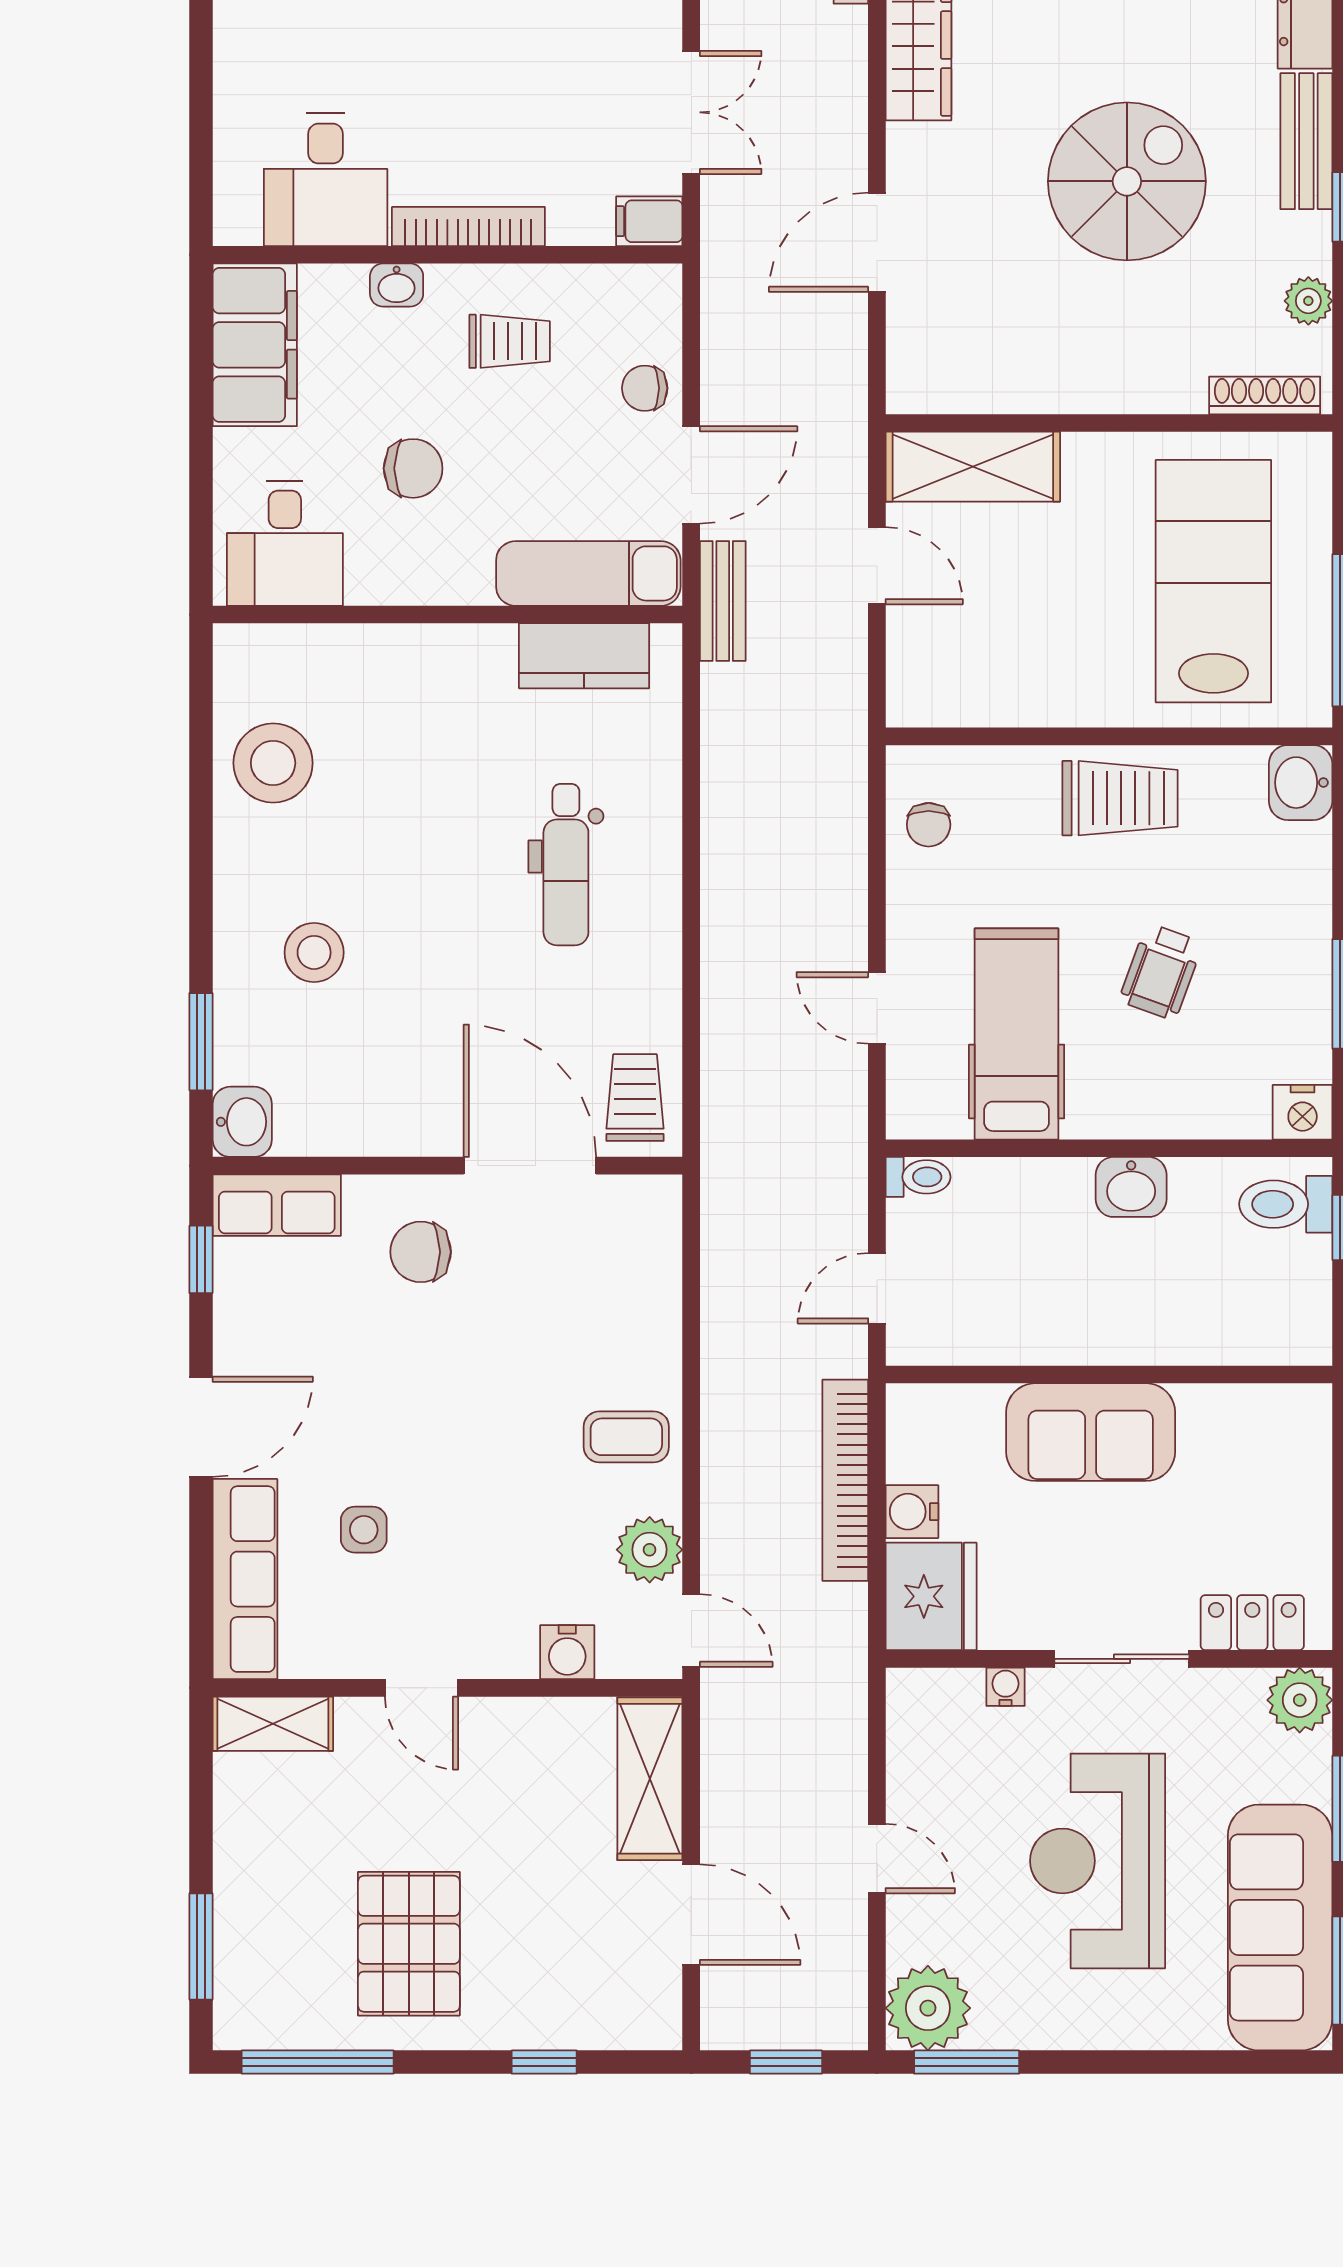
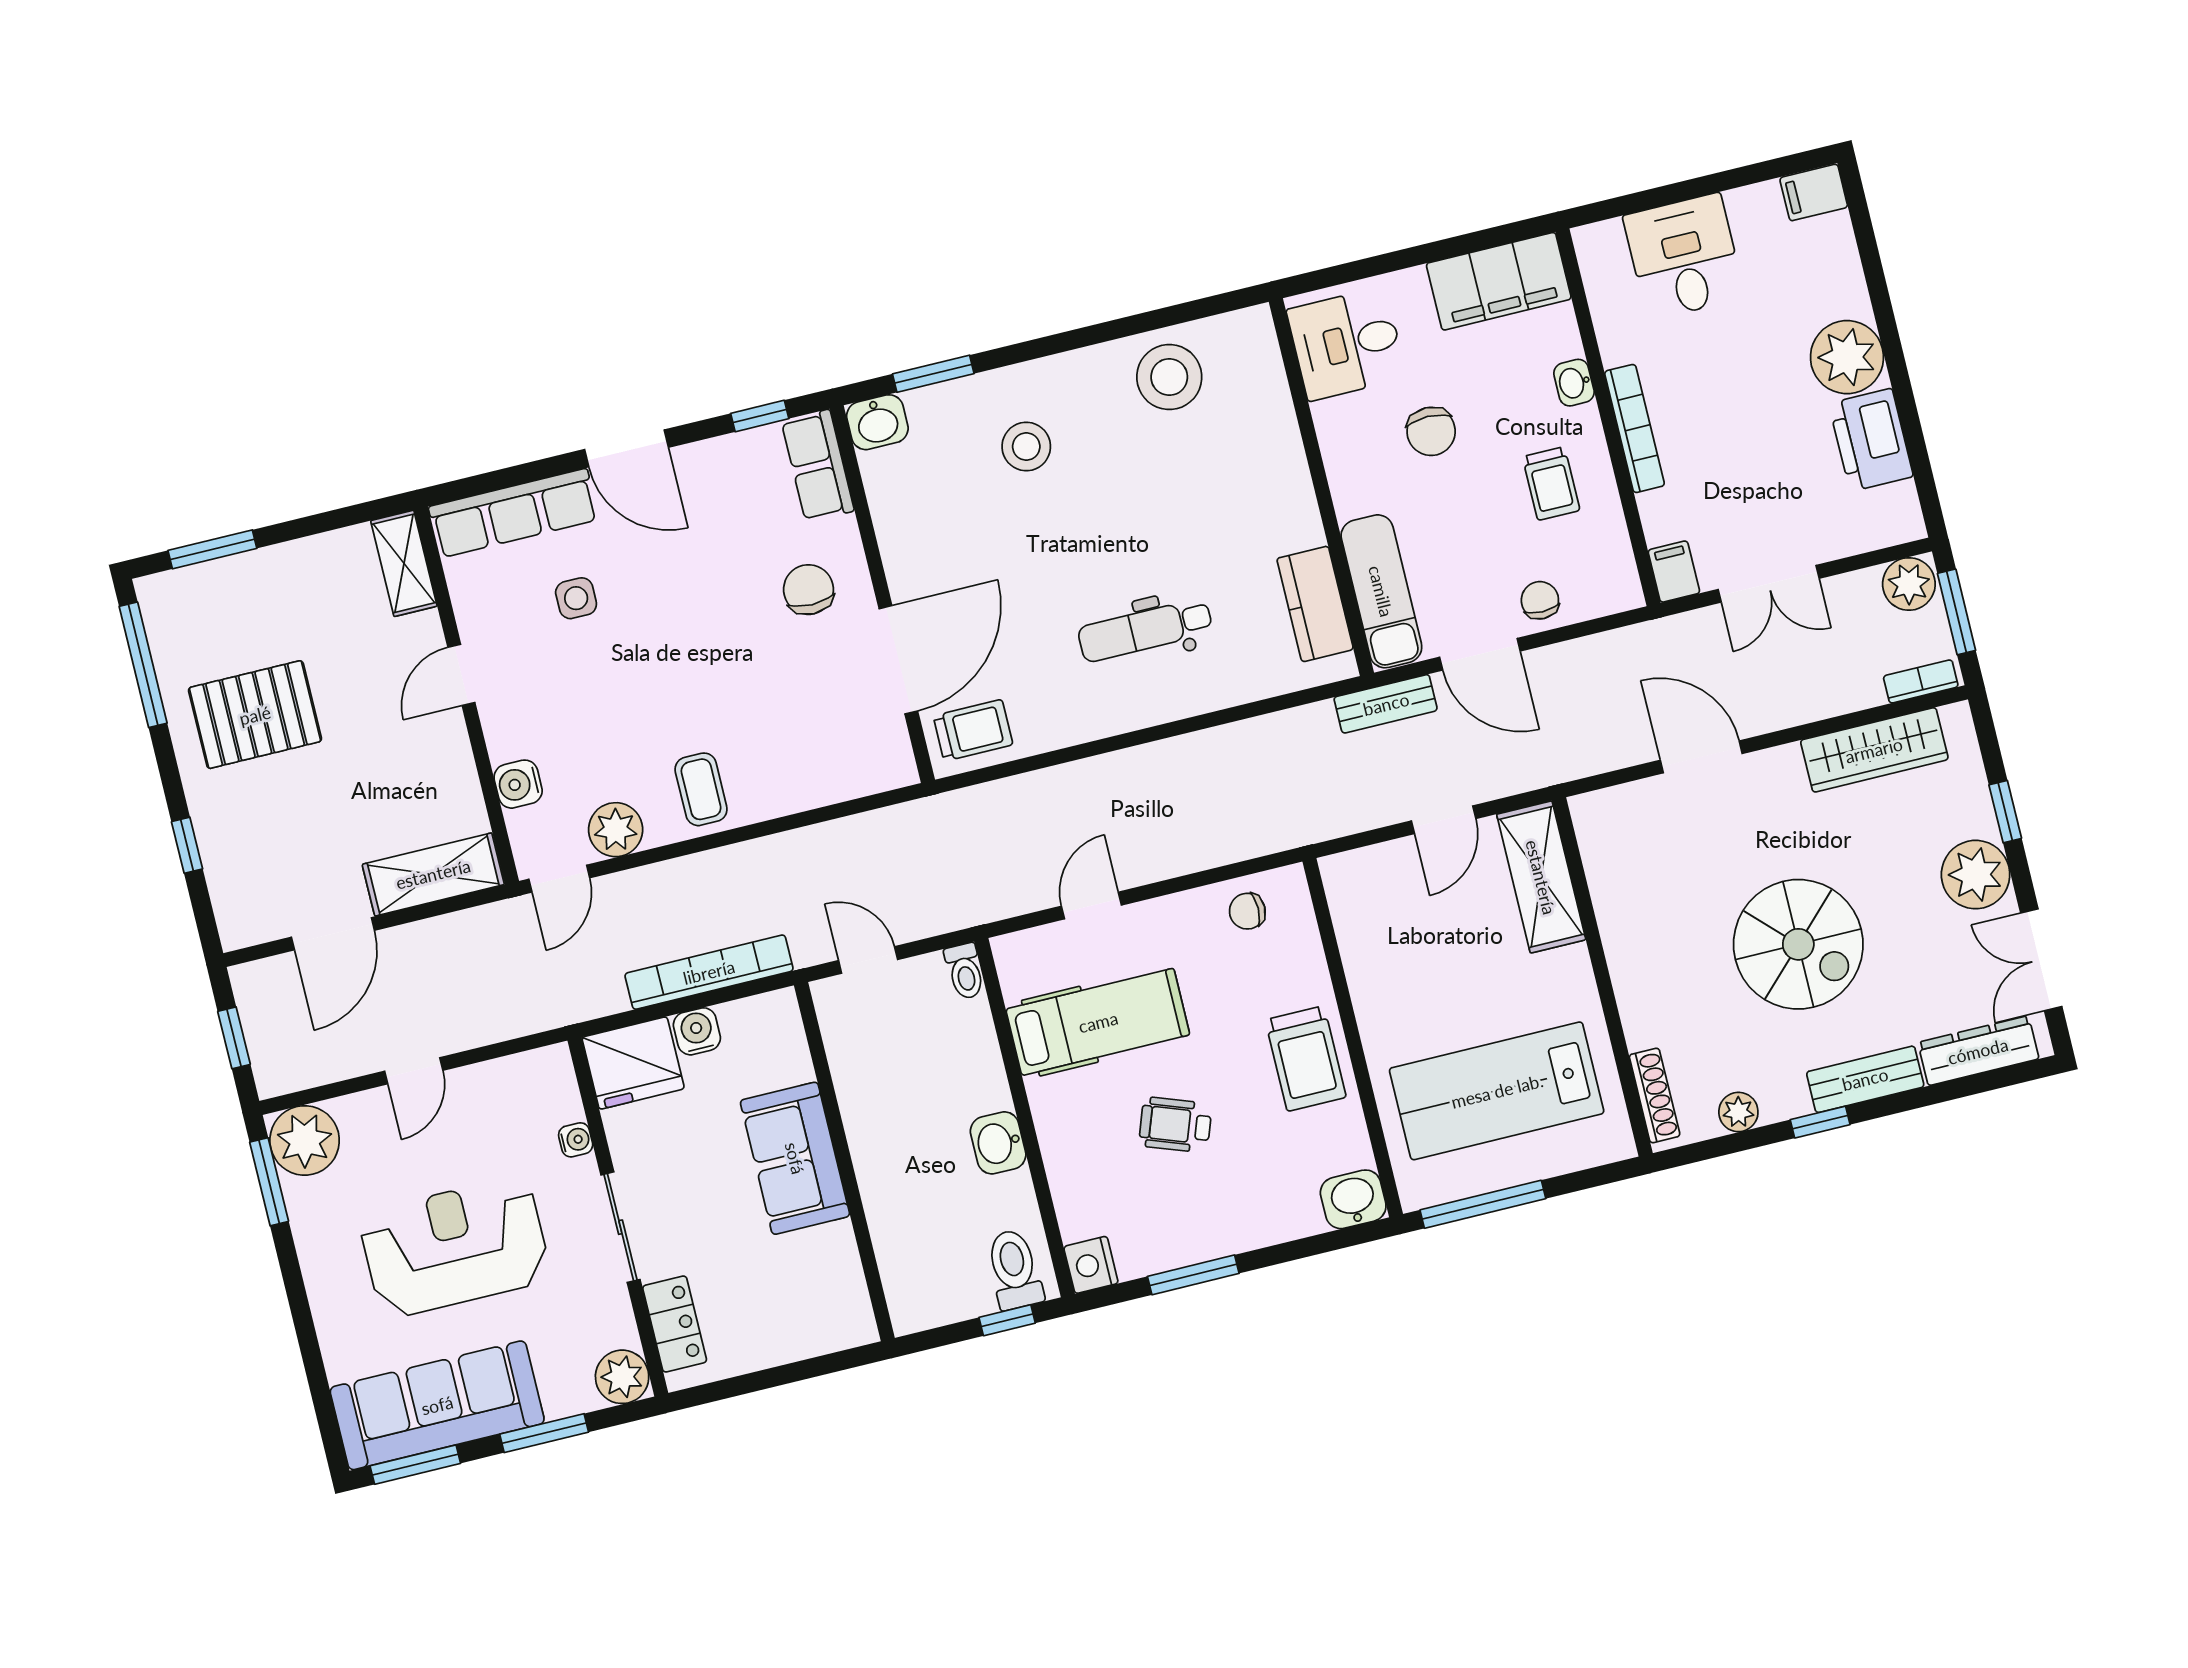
desk: (326, 179) -> (1684, 257), moved, turned 90
lab bench: (1213, 581) -> (1497, 1091), turned 180

